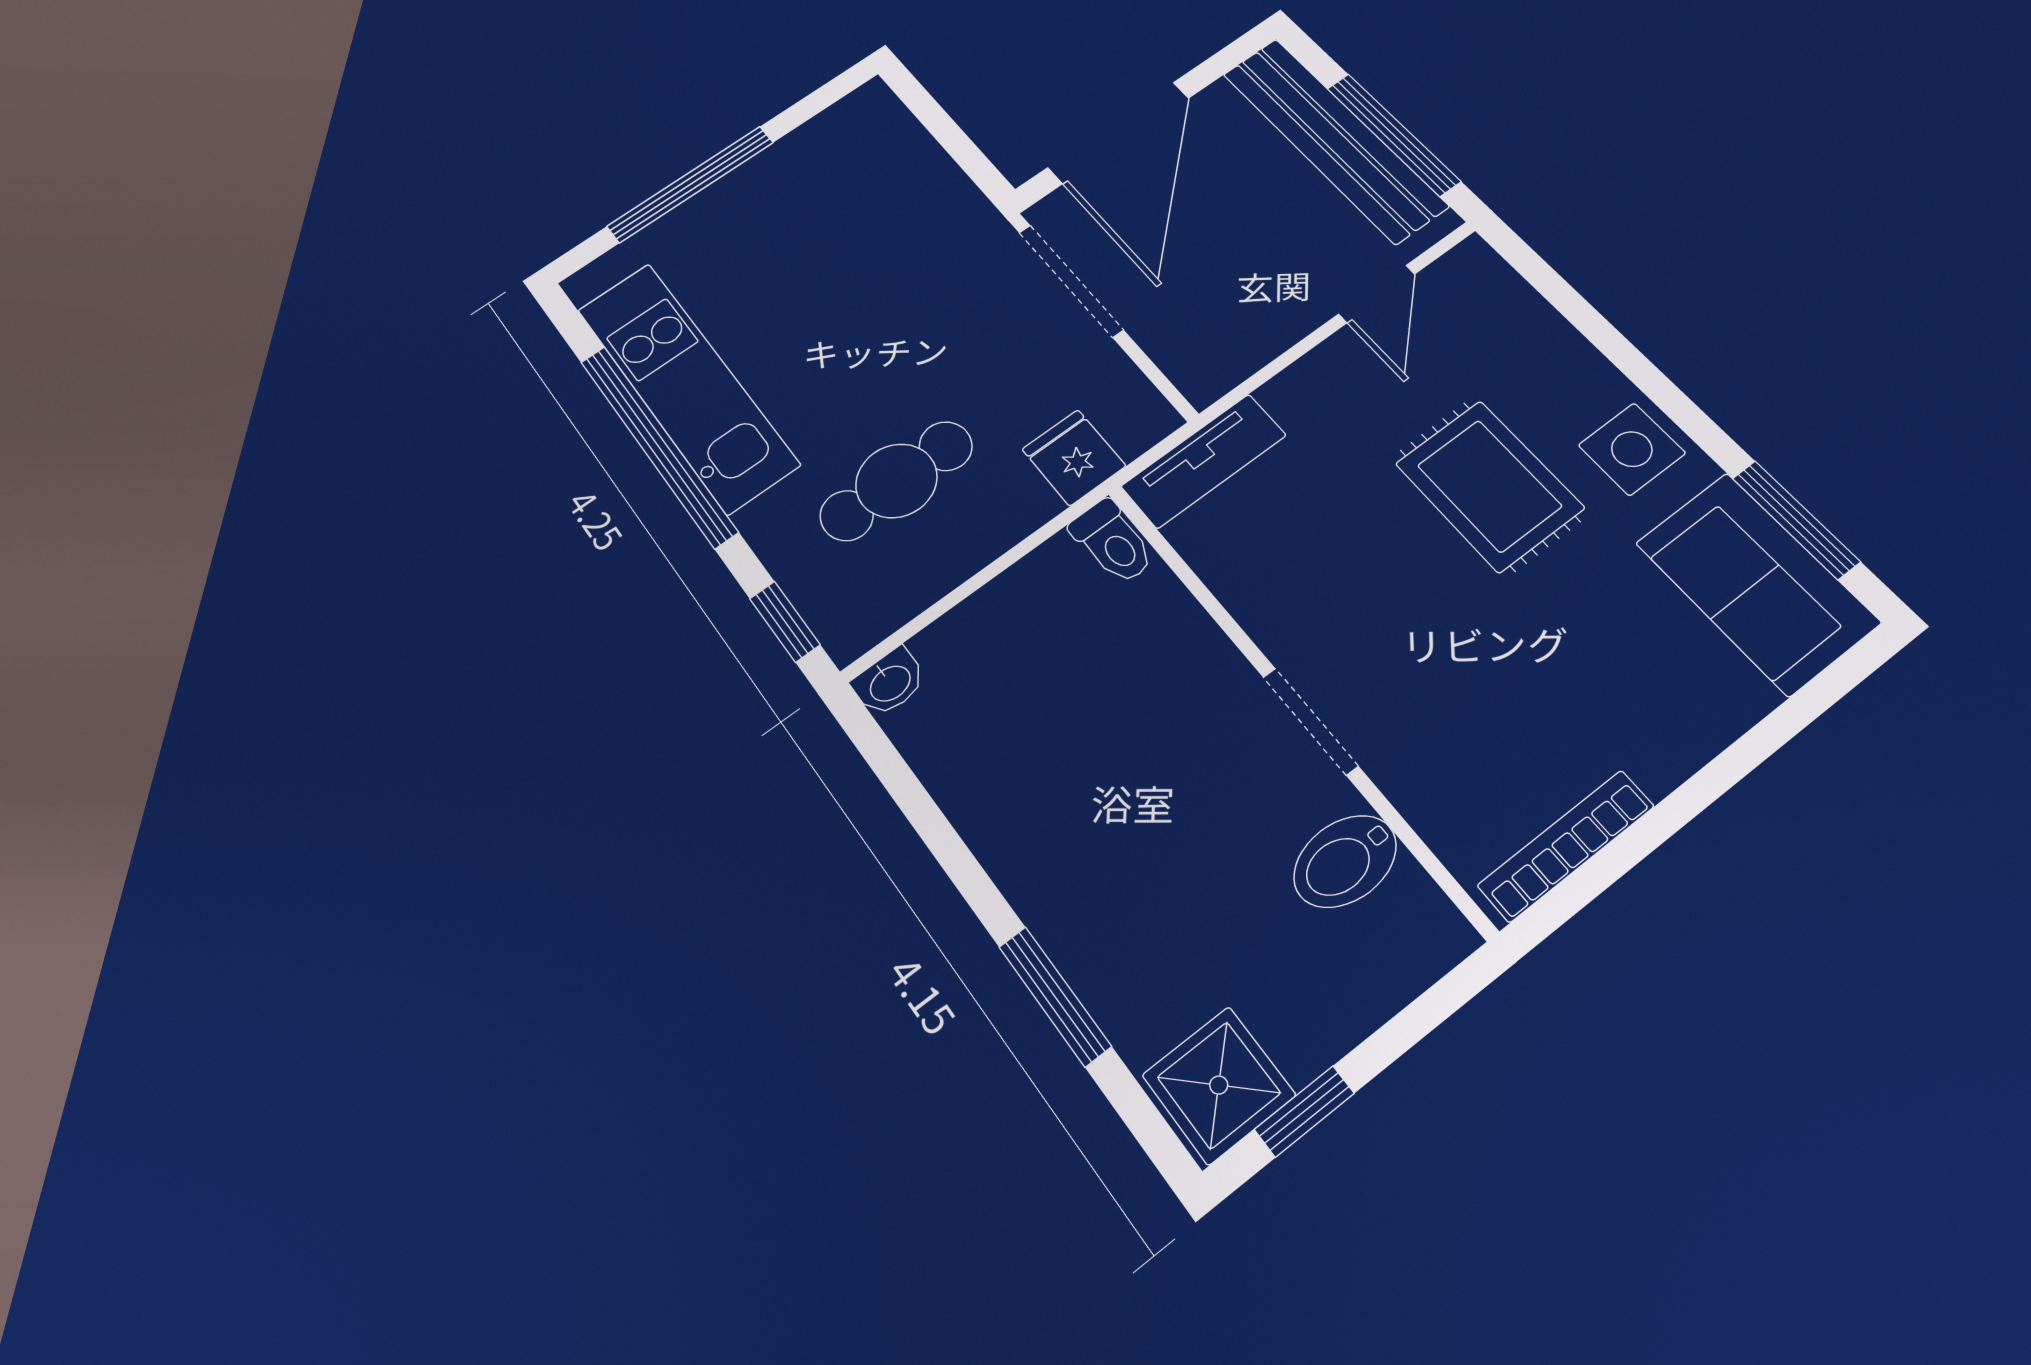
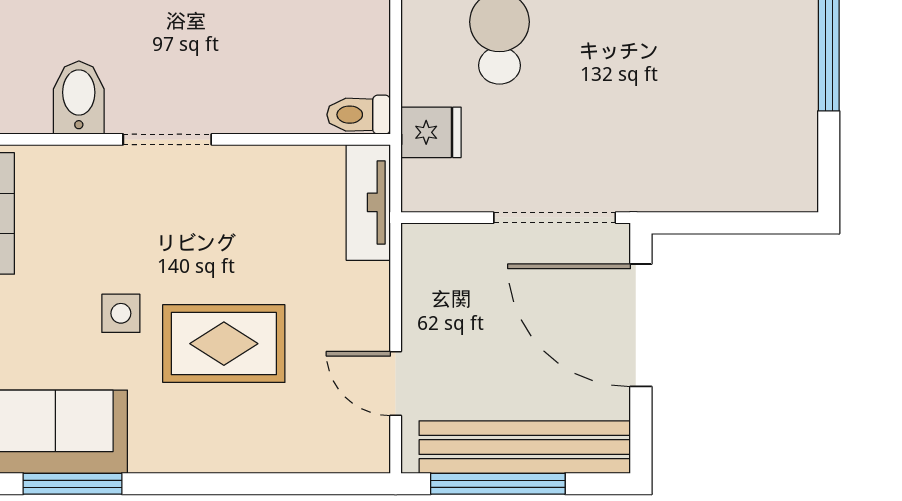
side table: (1632, 449) -> (121, 313), moved, width x0.73, depth x0.73

